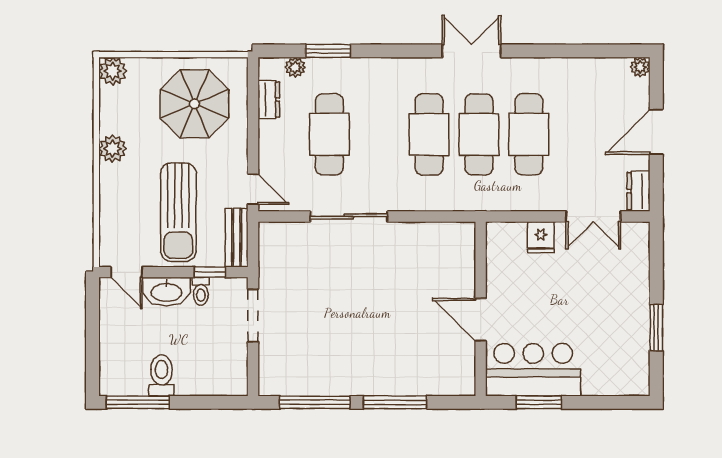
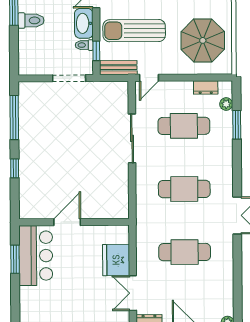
cafe table: (479, 134) -> (184, 221), removed
fridge: (541, 237) -> (116, 260), width x1.88, depth x1.34
window: (395, 402) -> (15, 168), width x0.46

